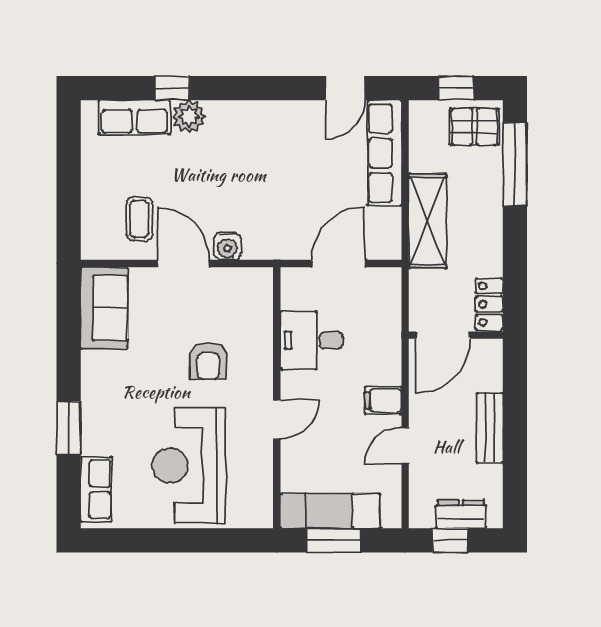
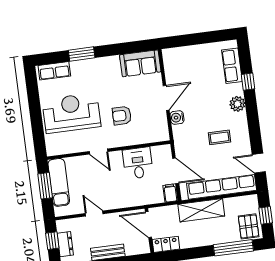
plant: (189, 116) -> (237, 104), moved
row of seats: (384, 153) -> (222, 187), width x1.36
coffee table: (139, 219) -> (220, 137), moved
filing cabinet: (383, 400) -> (170, 193), moved

